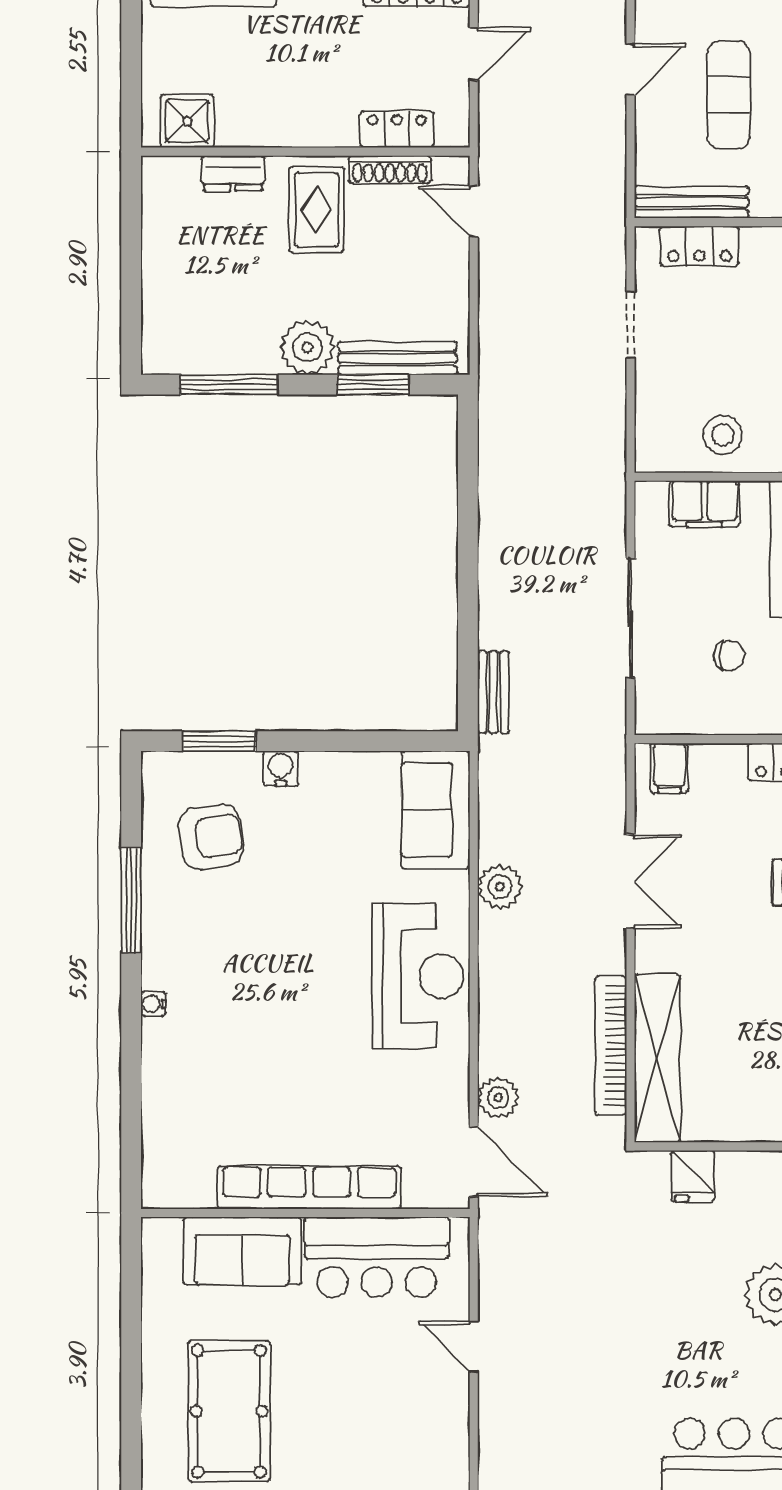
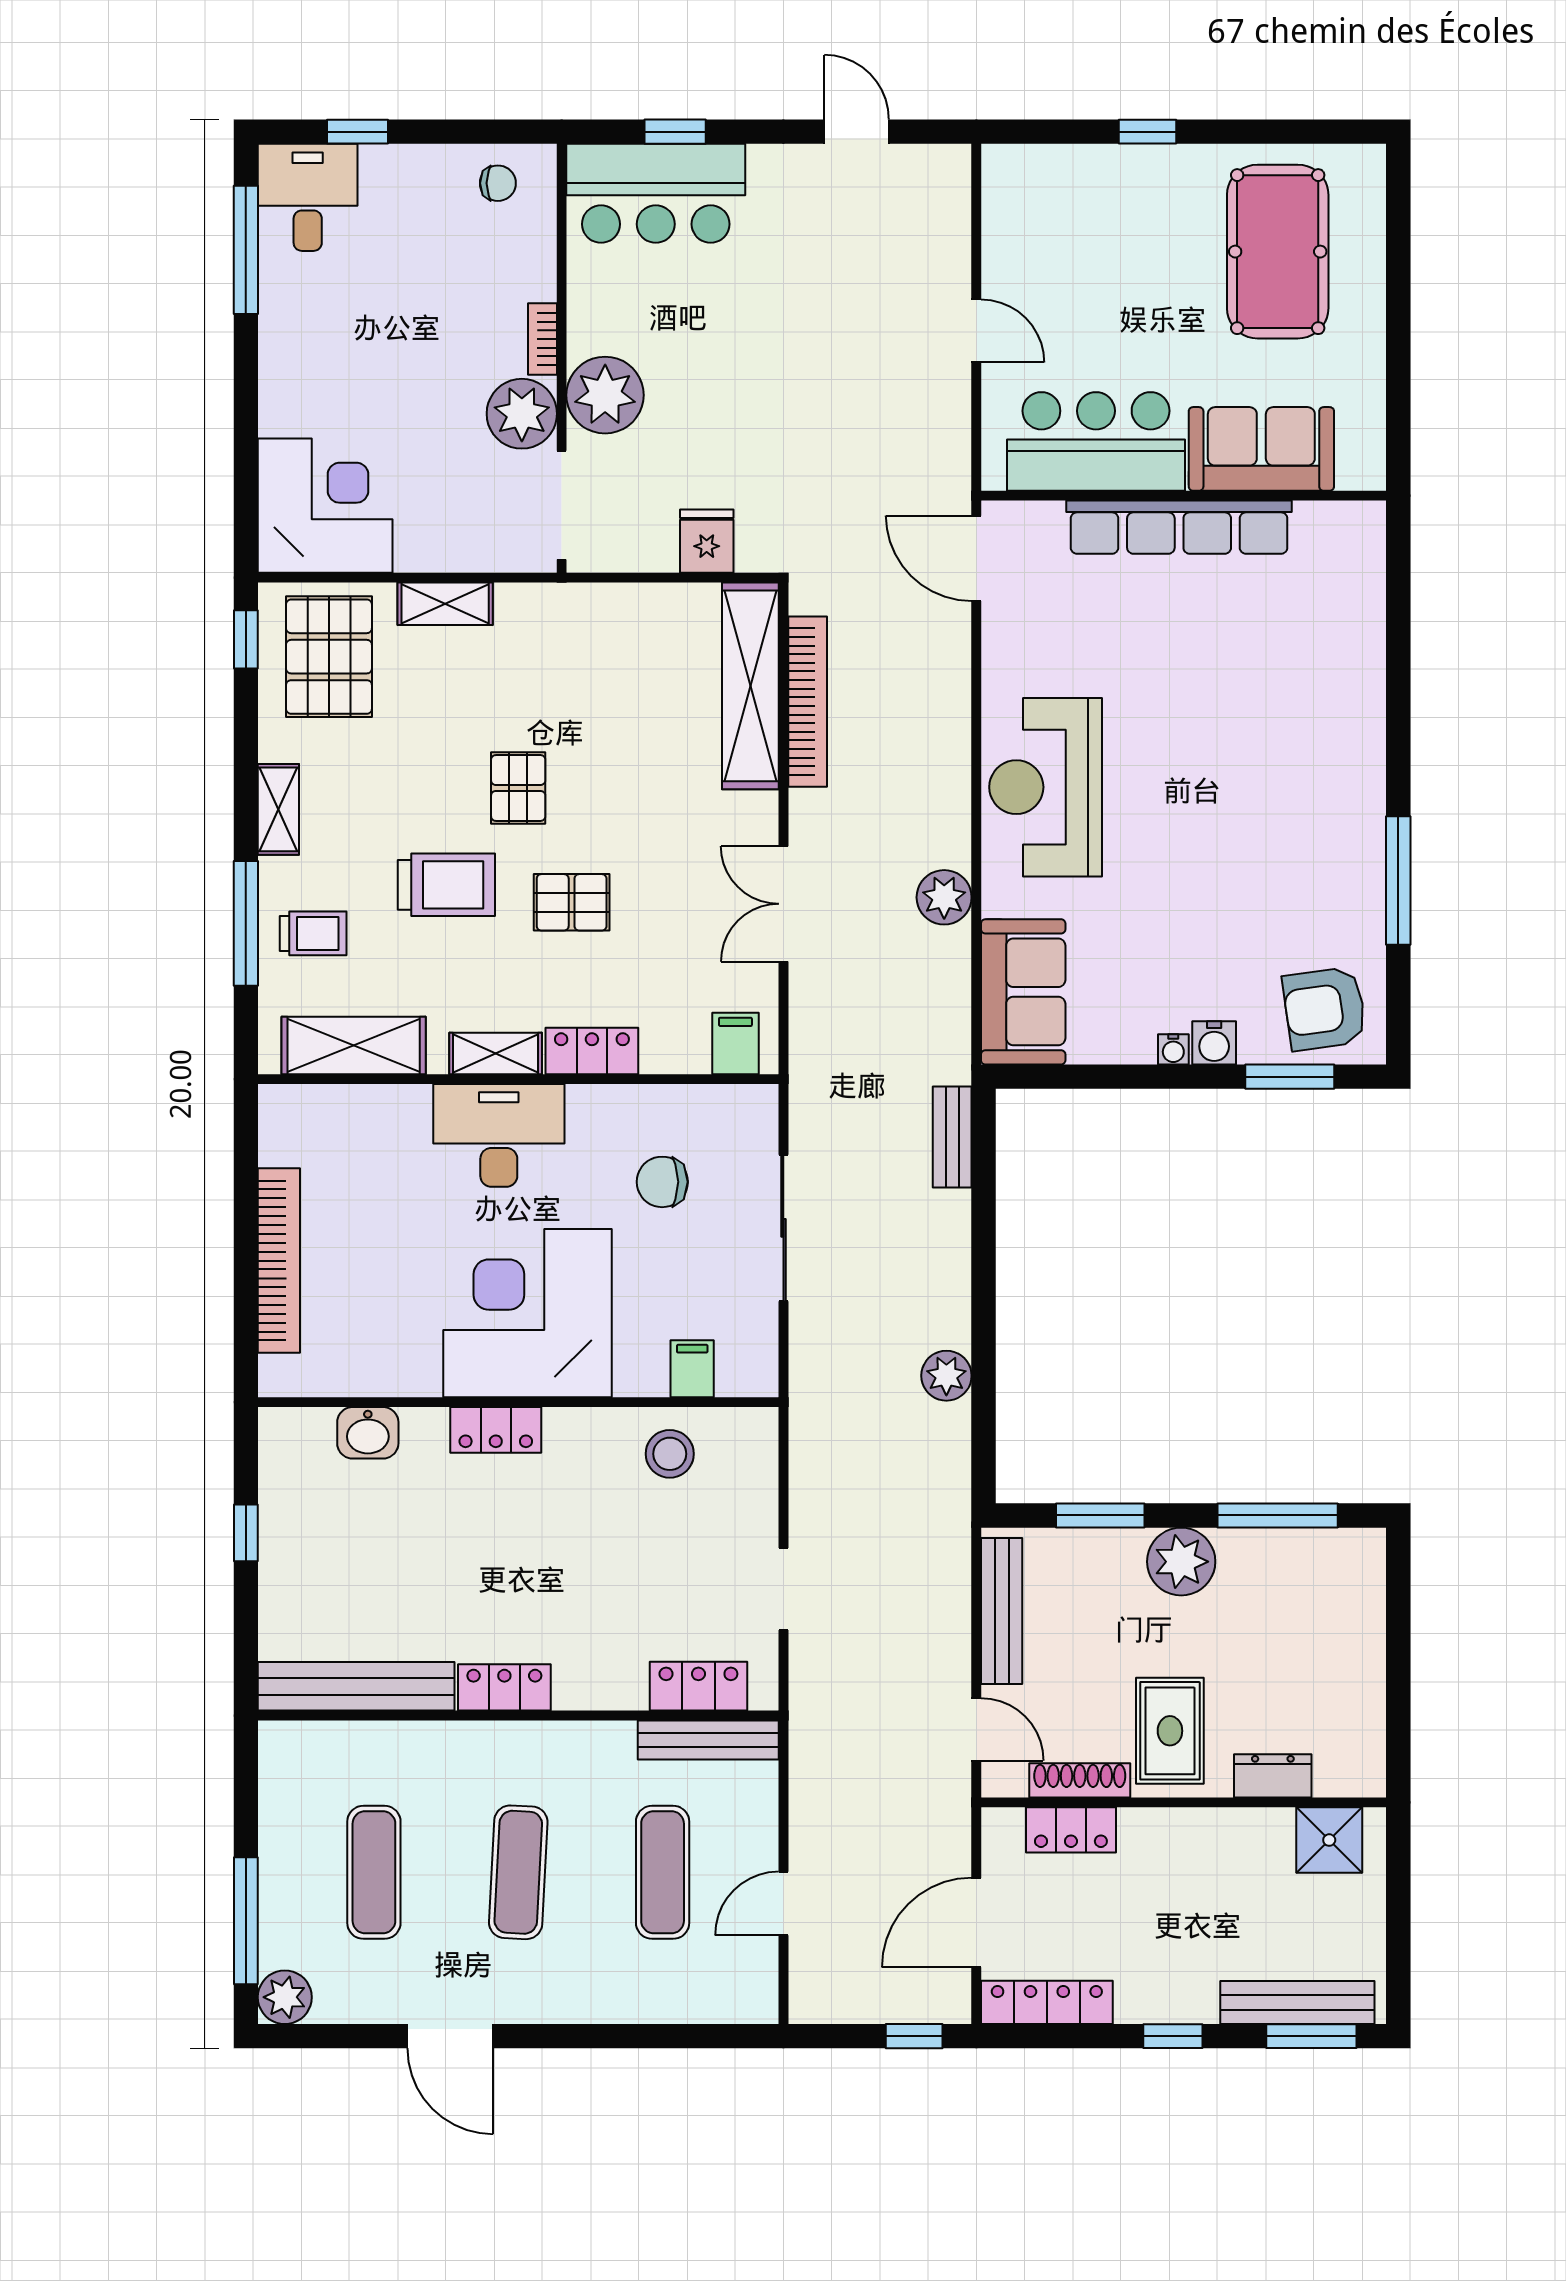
door: (474, 54) -> (976, 1923), width x1.38
bench: (398, 358) -> (1002, 1611), moved, turned 90
filing cabinet: (705, 504) -> (692, 1369), width x0.50
chair: (729, 656) -> (662, 1182), width x1.37, depth x1.37
armchair: (211, 837) -> (1325, 1009), moved
water cooler: (153, 1004) -> (1173, 1049), moved, turned 90
plant: (498, 1098) -> (946, 1376), moved

